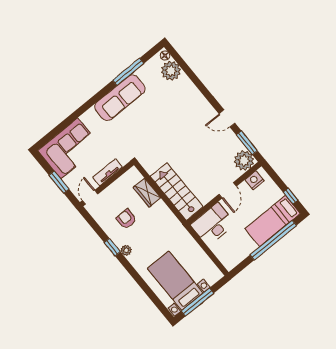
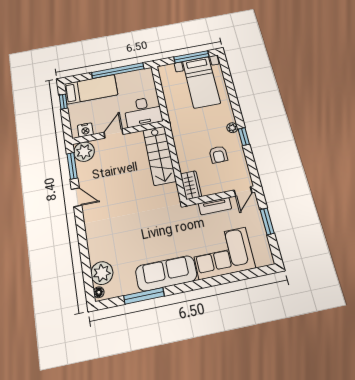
corner sofa: (69, 148) -> (223, 253), moved
wardrobe: (147, 193) -> (191, 185), moved
window: (273, 240) -> (118, 71), moved

